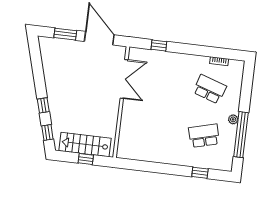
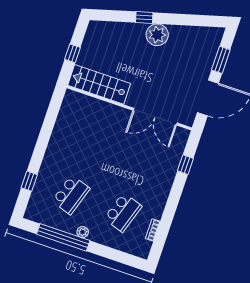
plant: (55, 92) -> (157, 35), added
window: (47, 132) -> (112, 16), removed
school desk: (204, 136) -> (71, 195), turned 33
stairs: (85, 145) -> (99, 84), moved, turned -90

